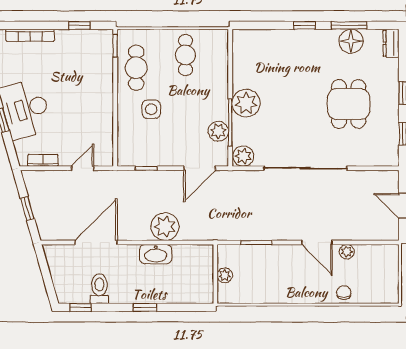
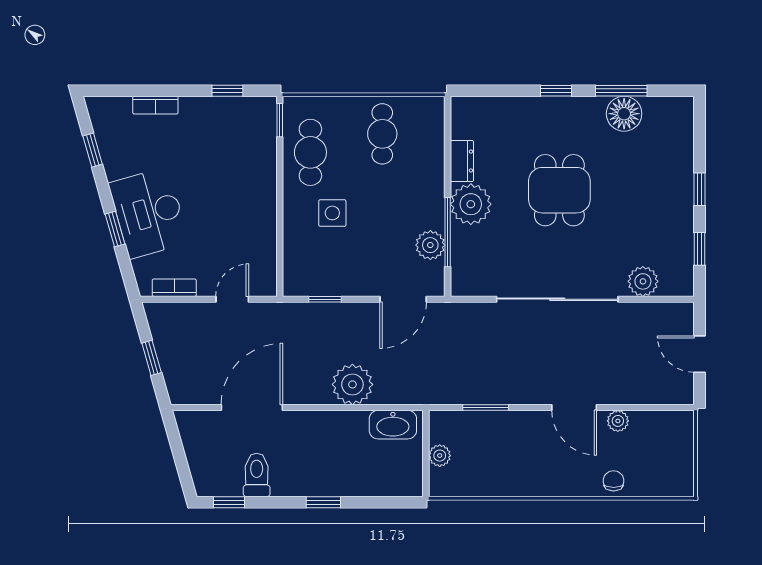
bookcase: (30, 35) -> (155, 105), width x0.64
dresser: (391, 43) -> (462, 161), moved, turned 180
dining table: (349, 104) -> (559, 190), moved
plant: (243, 156) -> (643, 281), moved
washbasin: (156, 254) -> (393, 425), moved

